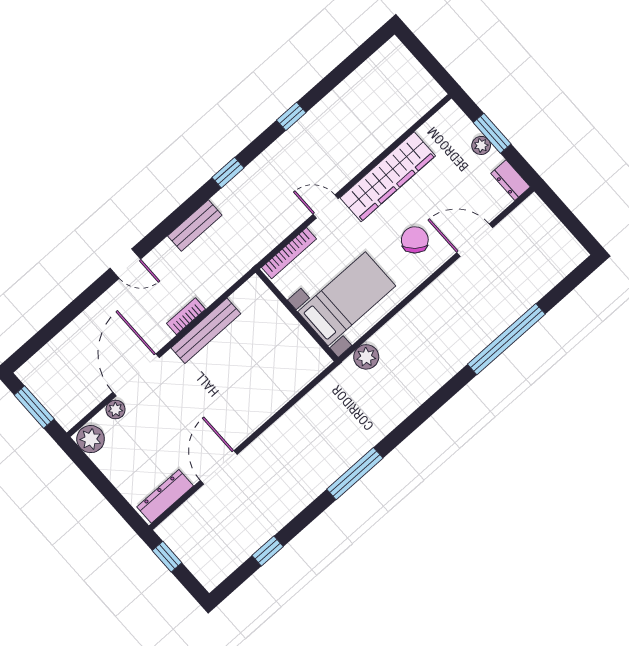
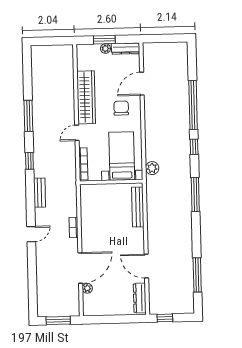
window: (291, 116) -> (28, 116), width x2.17
dresser: (510, 180) -> (125, 49), width x1.44
chair: (415, 240) -> (121, 108), turned 50
bench: (206, 331) -> (138, 207), moved
door: (136, 375) -> (80, 268), swing flipped
window: (448, 391) -> (194, 147), added
plant: (91, 439) -> (91, 309), removed
window: (355, 474) -> (195, 194), moved
window: (268, 551) -> (197, 275), width x2.17

